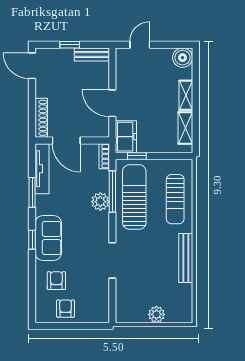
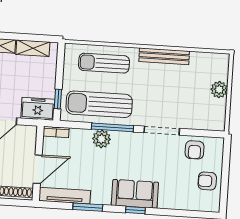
window: (112, 191) -> (112, 127), moved
sun lounger: (175, 199) -> (104, 63), turned 180
armchair: (56, 281) -> (195, 150), moved, turned -90

